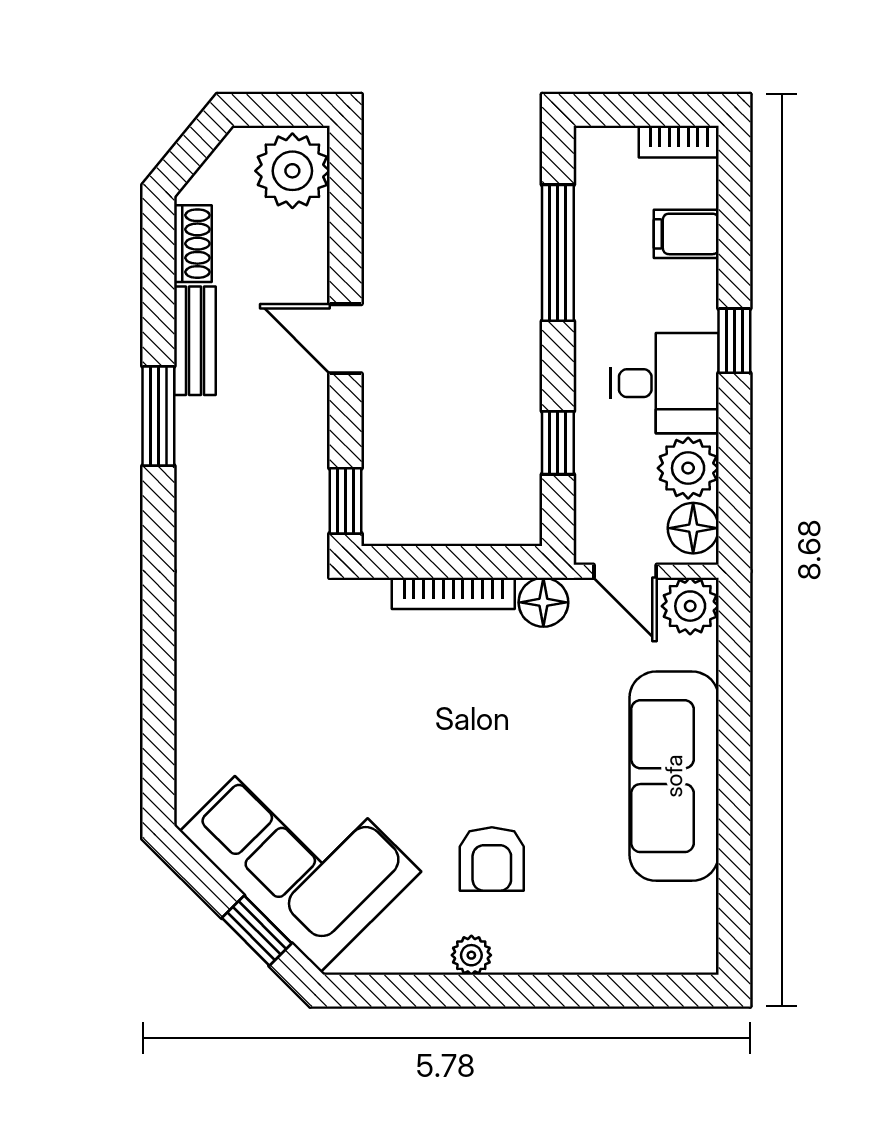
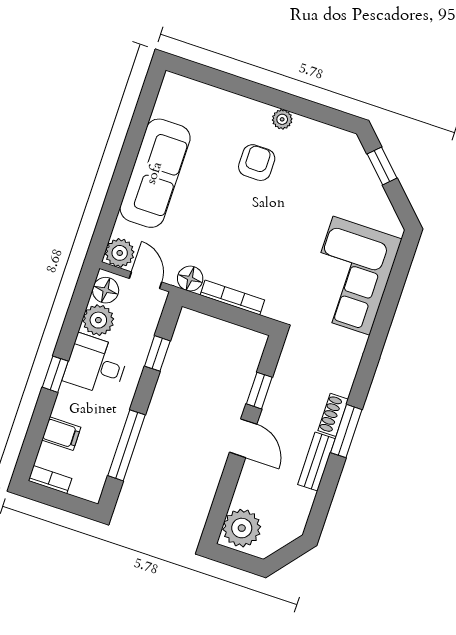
shoe rack: (193, 244) -> (333, 415), moved
window: (346, 501) -> (259, 391), moved
corner sofa: (300, 851) -> (352, 276), moved, turned 45

